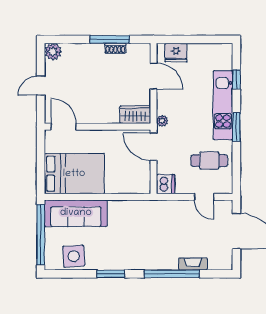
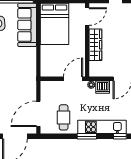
wardrobe: (135, 115) -> (95, 45), moved, width x1.50
dishwasher: (166, 184) -> (103, 87), moved
door: (204, 197) -> (38, 114), width x1.88

